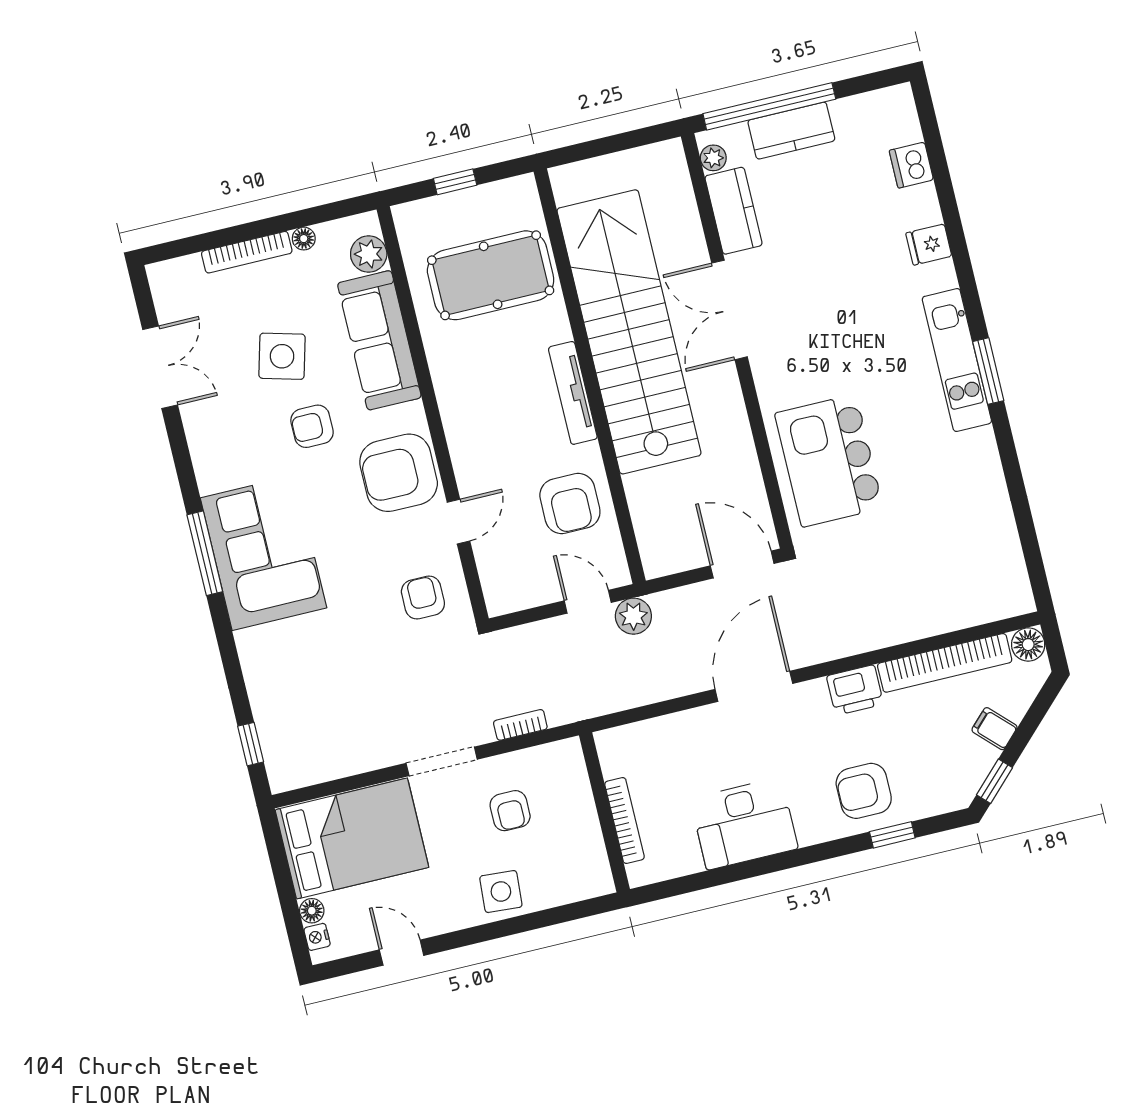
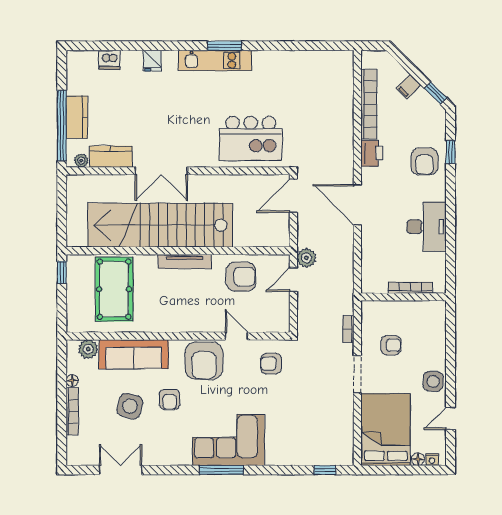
window: (455, 182) -> (62, 272), moved
floor lamp: (1028, 645) -> (370, 59), removed
side table: (501, 892) -> (433, 381), moved

